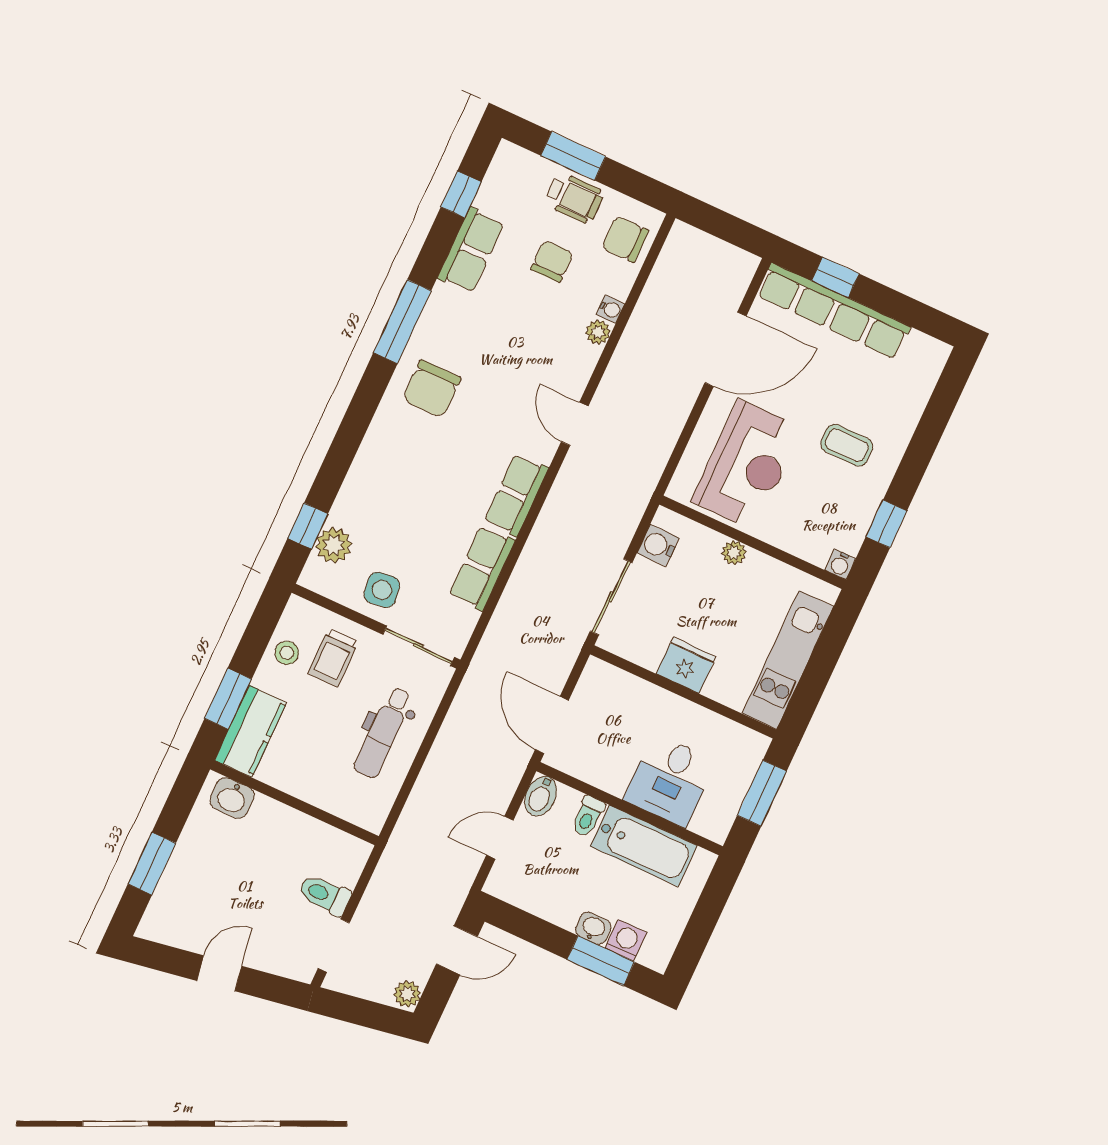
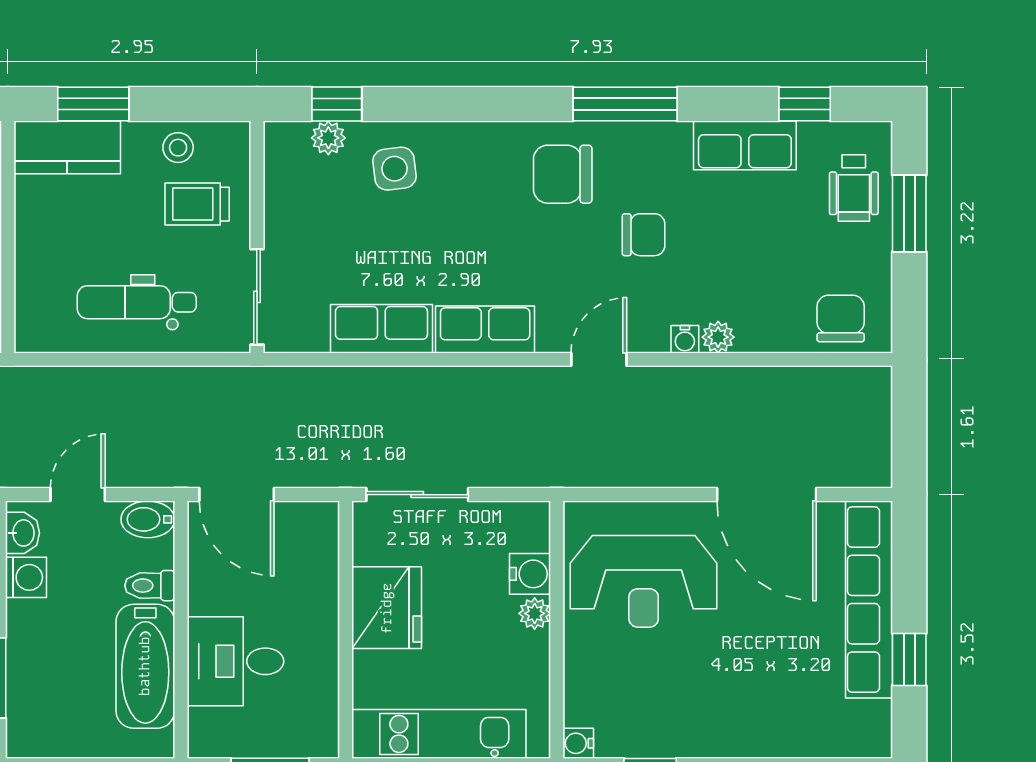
wheelchair: (574, 198) -> (854, 188), moved
chair: (552, 261) -> (644, 235), moved
window: (835, 277) -> (909, 659), moved
water cooler: (610, 309) -> (685, 339), moved
coffee table: (847, 445) -> (720, 687), removed
plant: (334, 545) -> (328, 138), width x0.73, depth x0.73
water cooler: (658, 545) -> (530, 574), moved, turned 90
side table: (382, 590) -> (394, 169), moved
fridge: (686, 665) -> (387, 608), width x1.36, depth x1.34
door: (552, 725) -> (237, 495), swing flipped
door: (500, 838) -> (78, 495), hinge flipped
washbasin: (593, 928) -> (22, 533), moved
washing machine: (626, 940) -> (26, 577), moved

